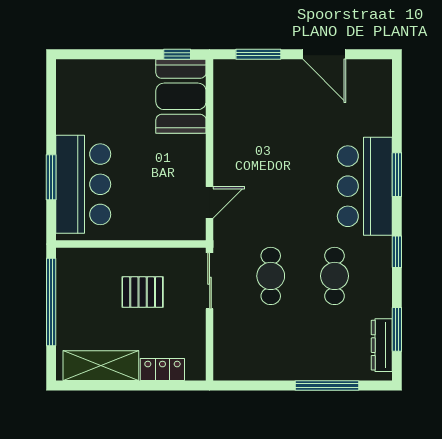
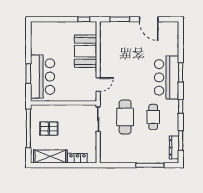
booth: (181, 96) -> (86, 51), moved
cafe table: (271, 276) -> (125, 117), width x1.37, depth x1.35
pallet: (143, 292) -> (49, 129), moved

